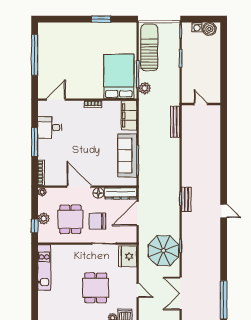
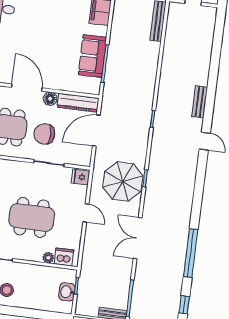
sofa: (127, 155) -> (92, 56), width x0.73
bench: (186, 199) -> (200, 102), moved
fridge: (128, 256) -> (81, 177), width x0.53, depth x0.75
dining table: (96, 288) -> (32, 217), width x1.38
door: (138, 290) -> (86, 213), moved

